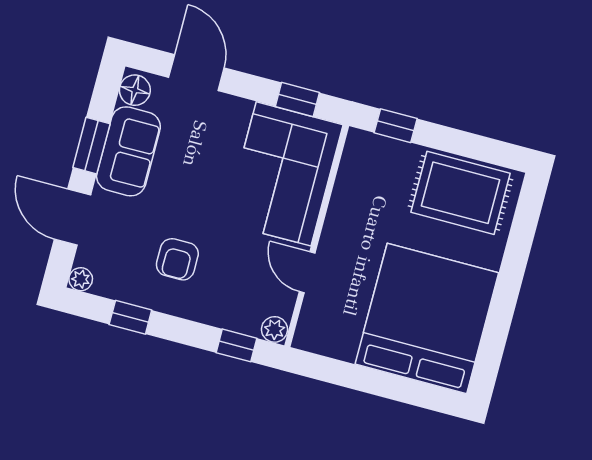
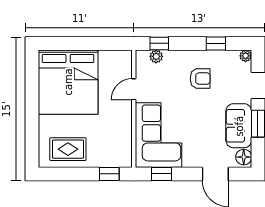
rug: (461, 193) -> (68, 149), width x0.73, depth x0.70
armchair: (177, 259) -> (200, 79), turned 90
door: (307, 272) -> (134, 89), swing flipped
plant: (274, 329) -> (156, 56), moved

